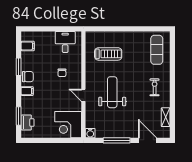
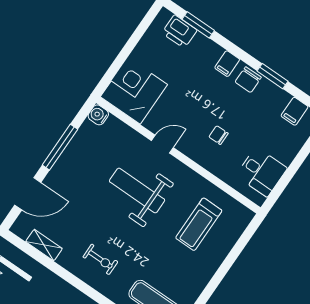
weight bench: (112, 92) -> (137, 191), turned 180

